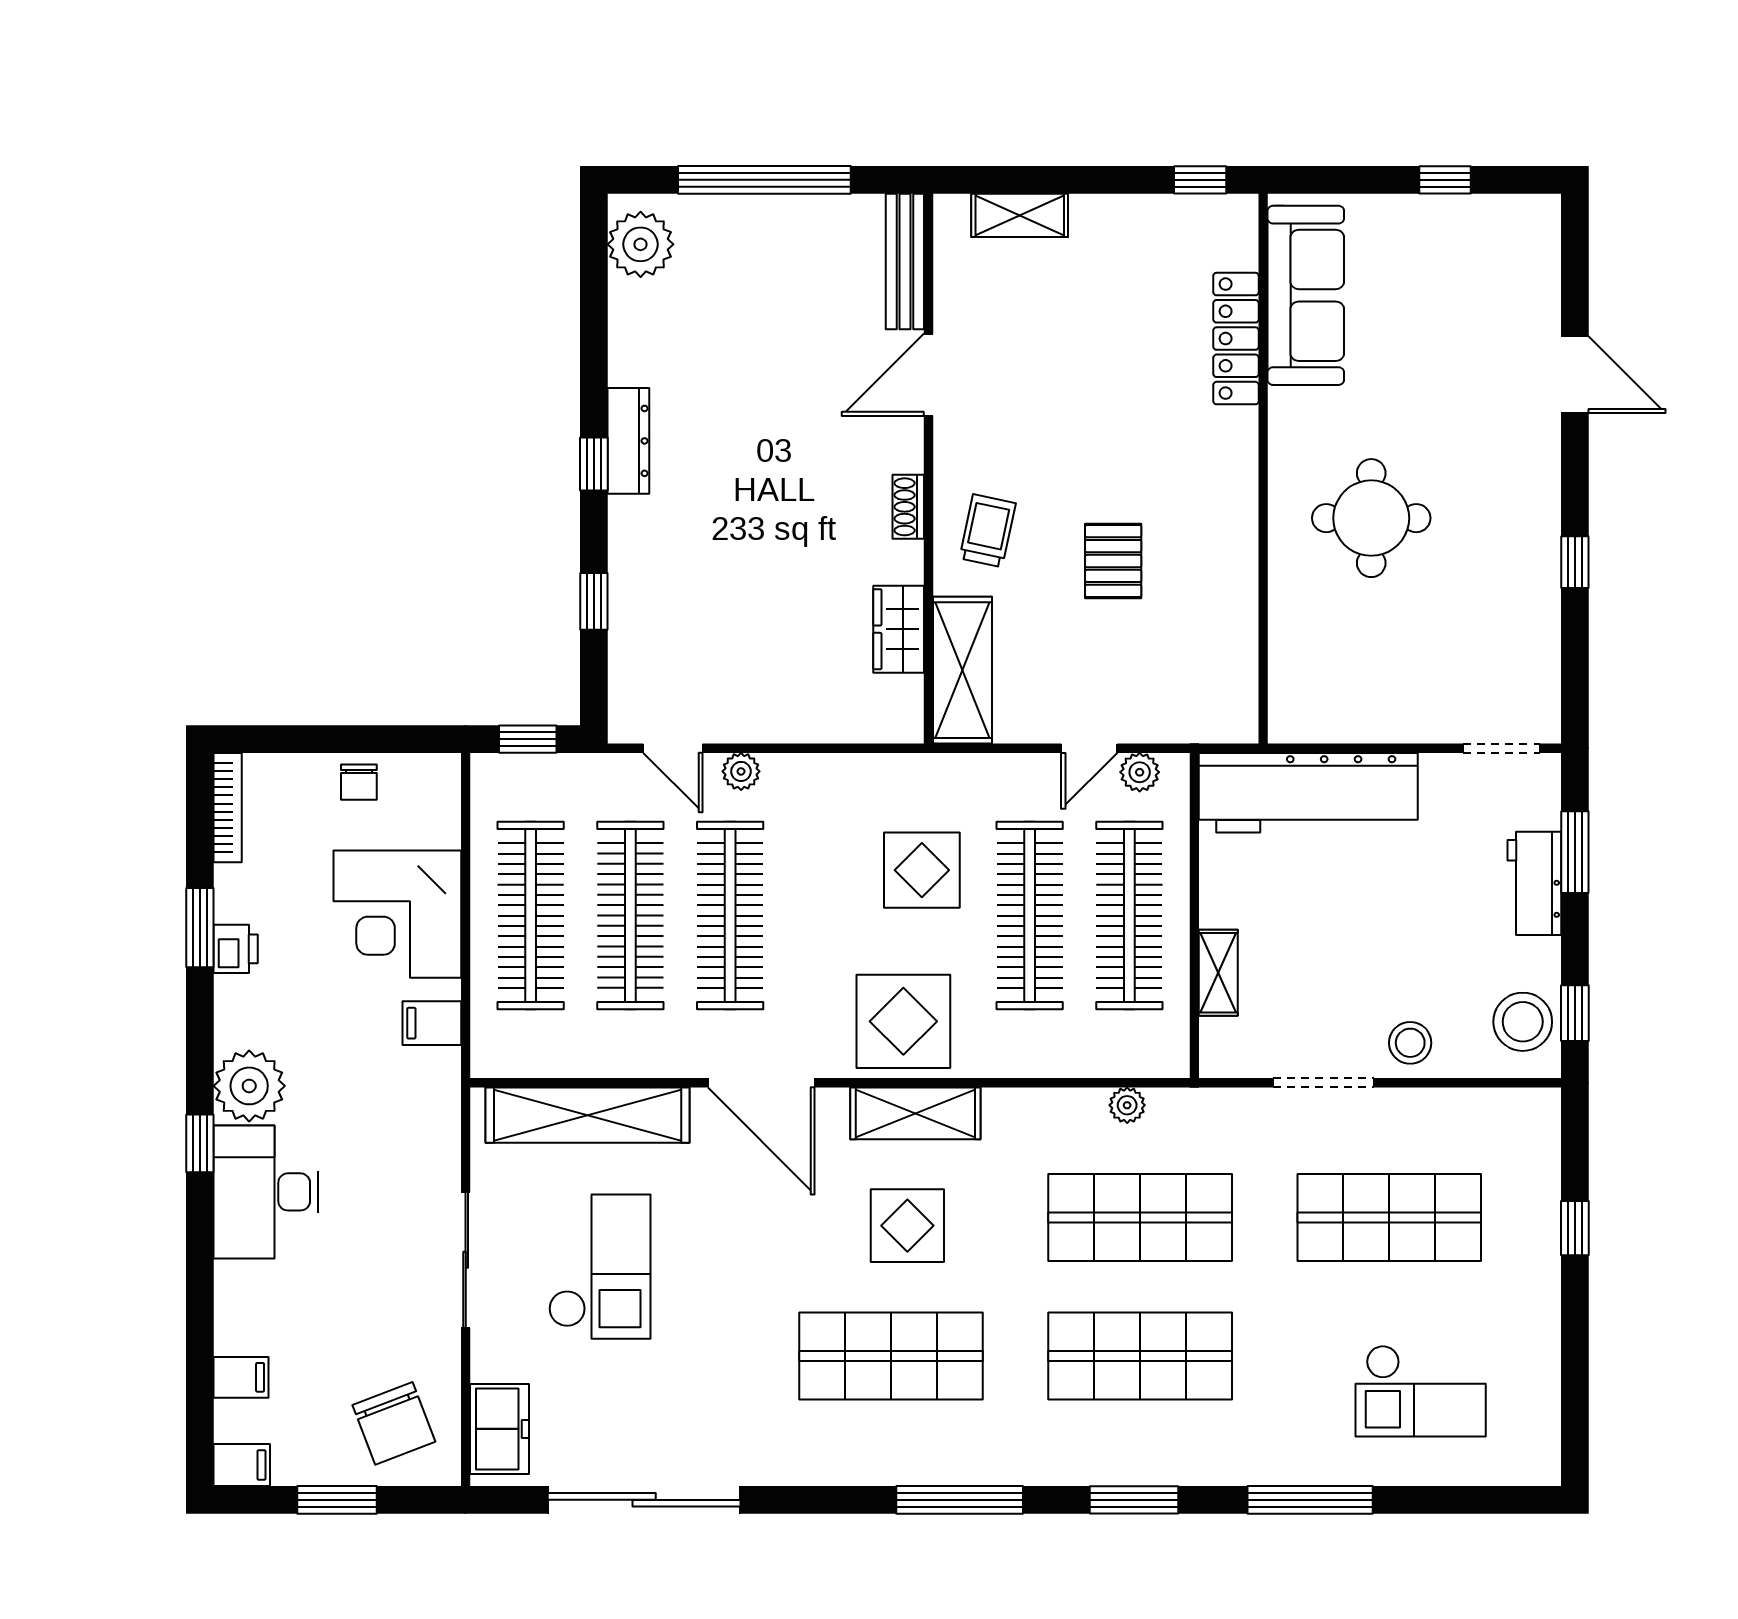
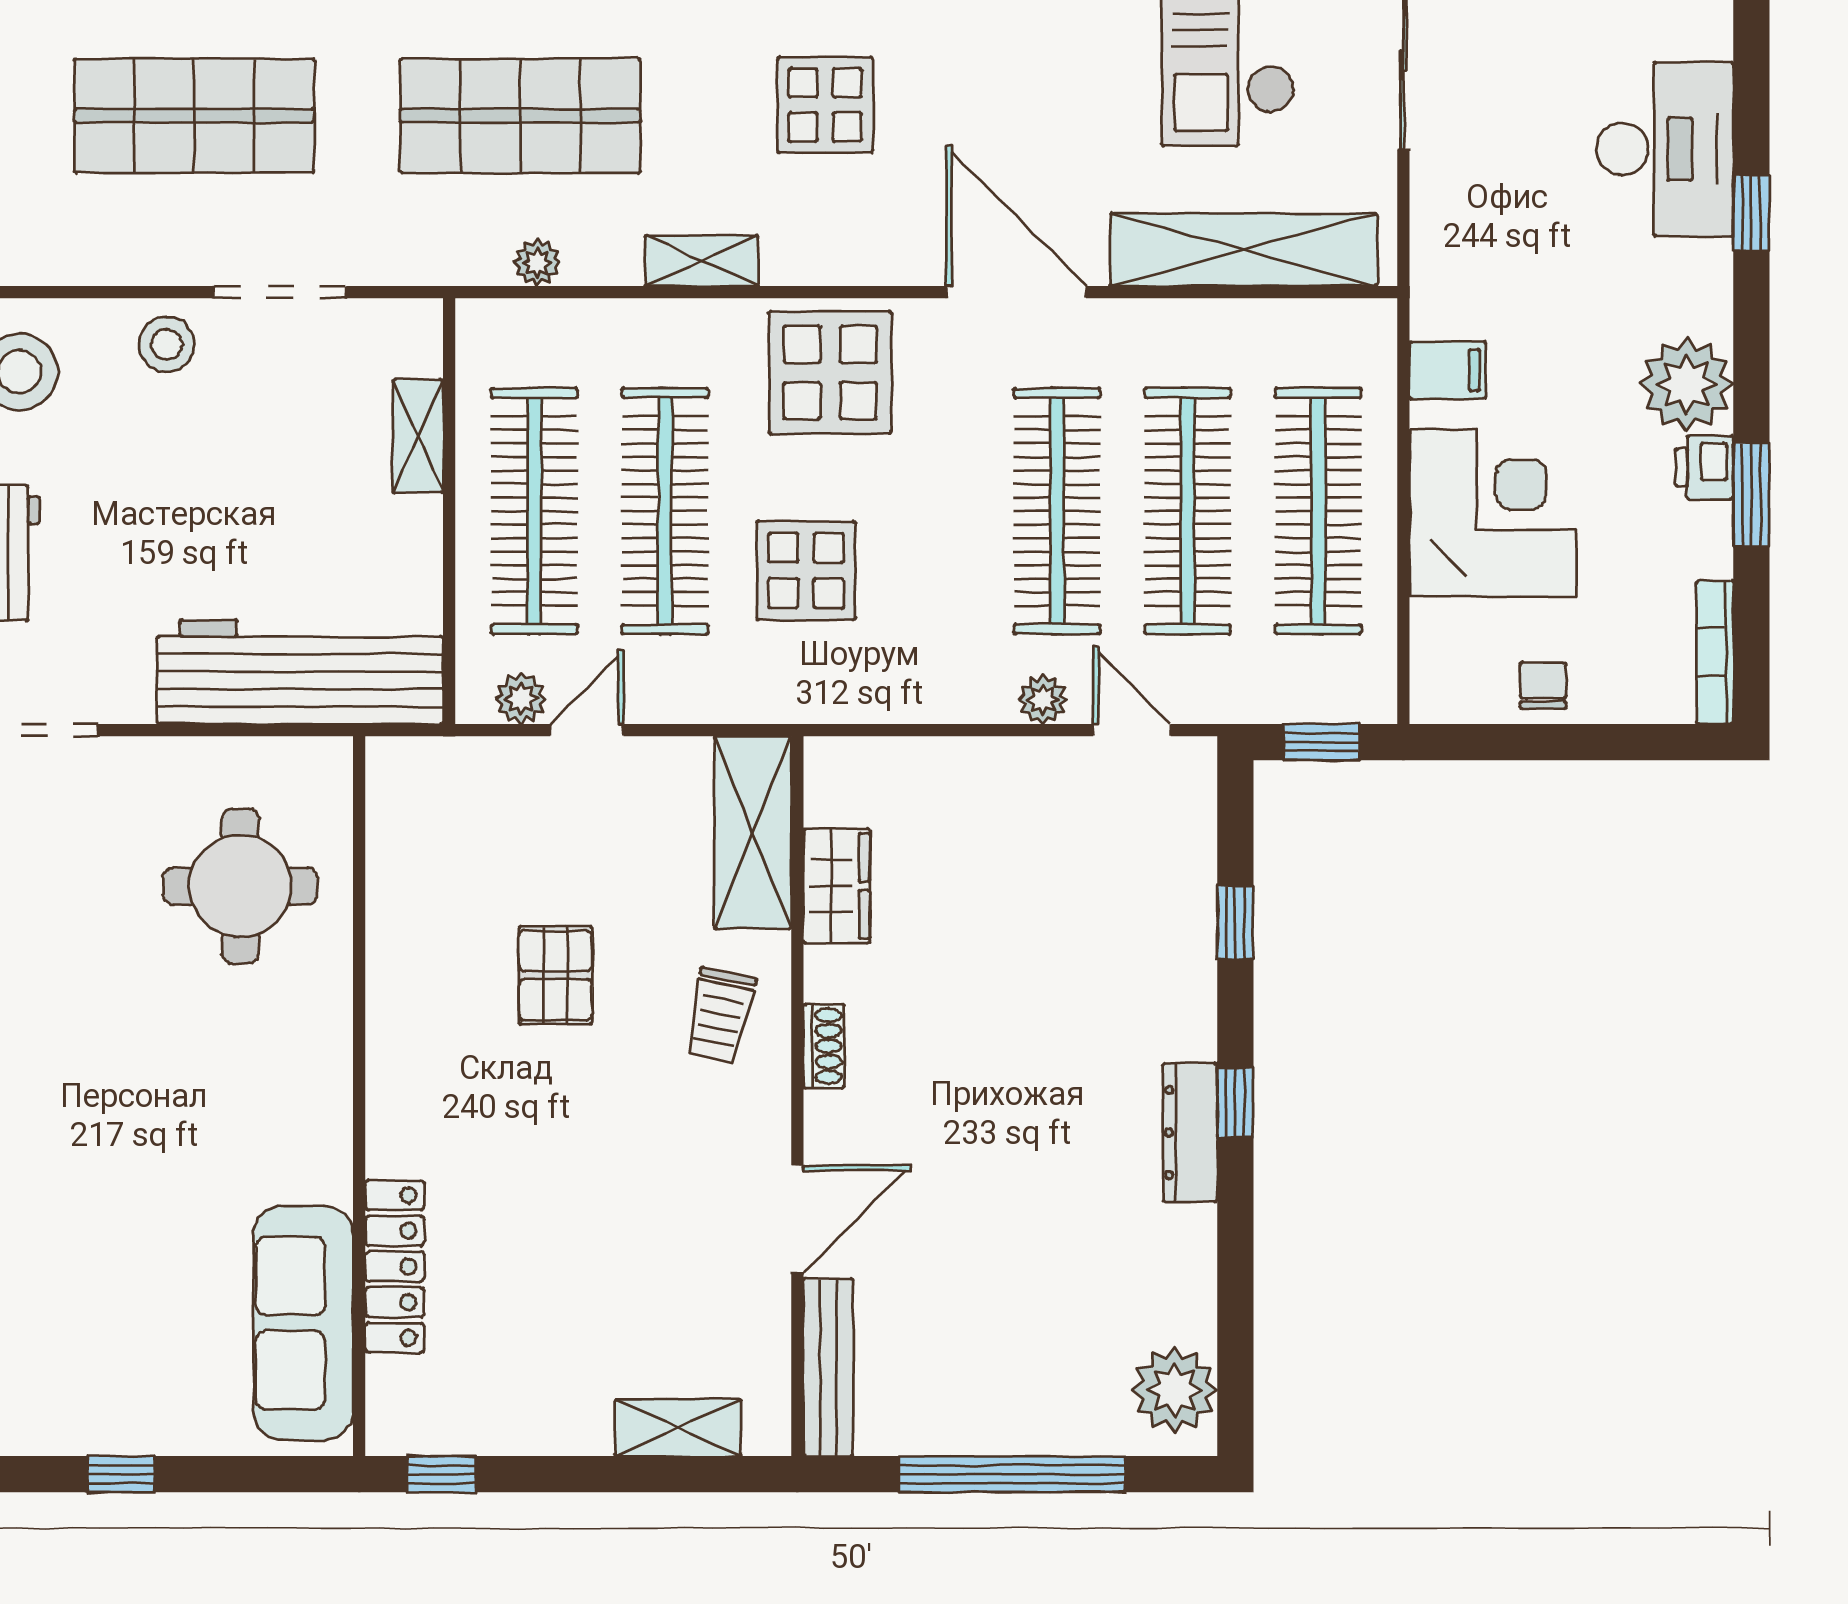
round table: (1371, 518) -> (240, 886), moved
plant: (249, 1086) -> (1687, 384), moved
shelving: (915, 1113) -> (702, 261), moved, width x0.67, depth x0.75

